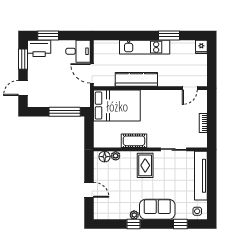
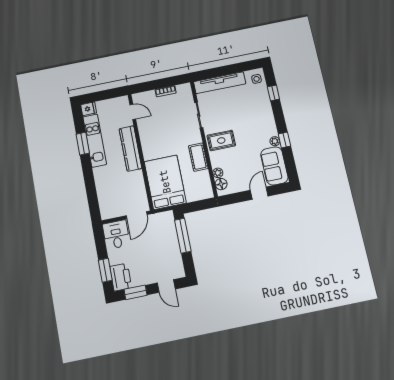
kitchen unit: (145, 47) -> (95, 141), moved
kitchen counter: (136, 79) -> (130, 148), moved
sofa: (157, 209) -> (274, 166), moved

